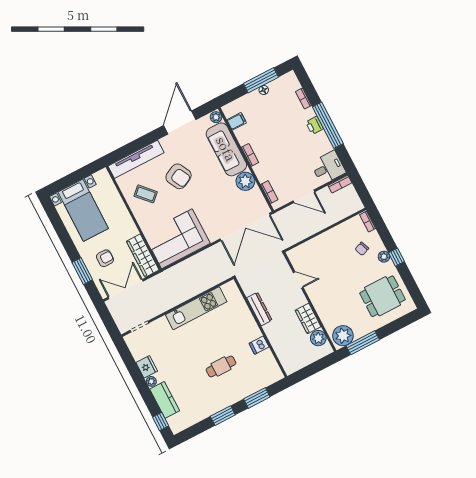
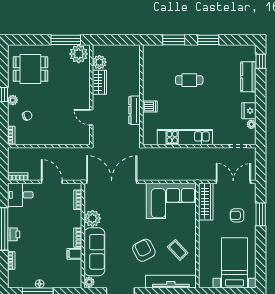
filing cabinet: (237, 121) -> (74, 254), moved
double door: (126, 289) -> (233, 182), swing flipped
dishwasher: (259, 345) -> (150, 106), moved
plant: (151, 381) -> (251, 124), moved

